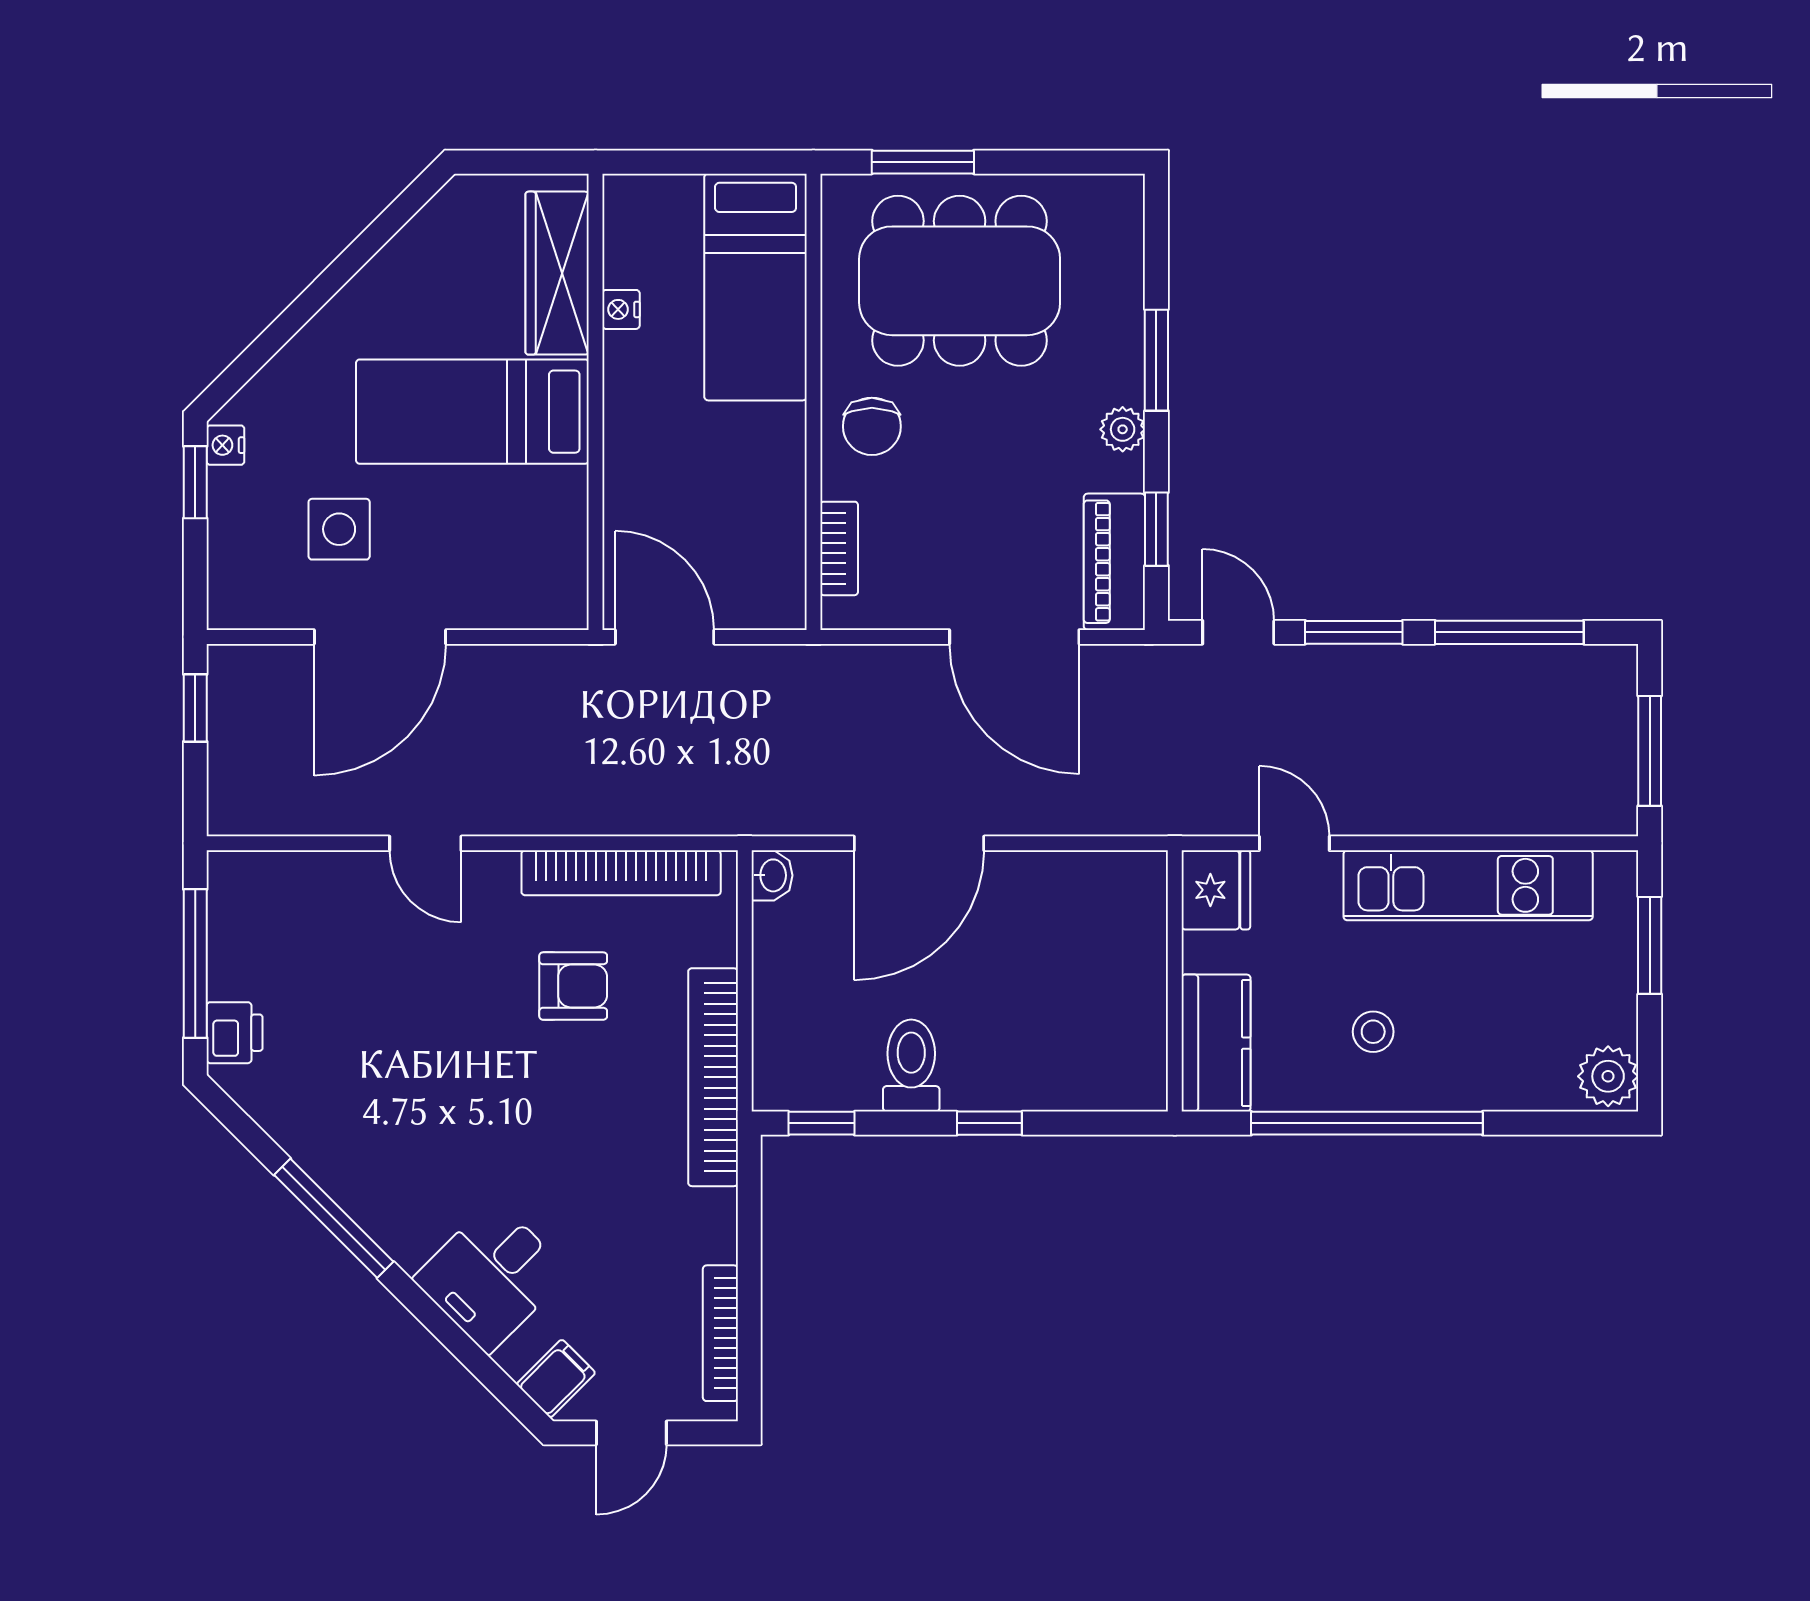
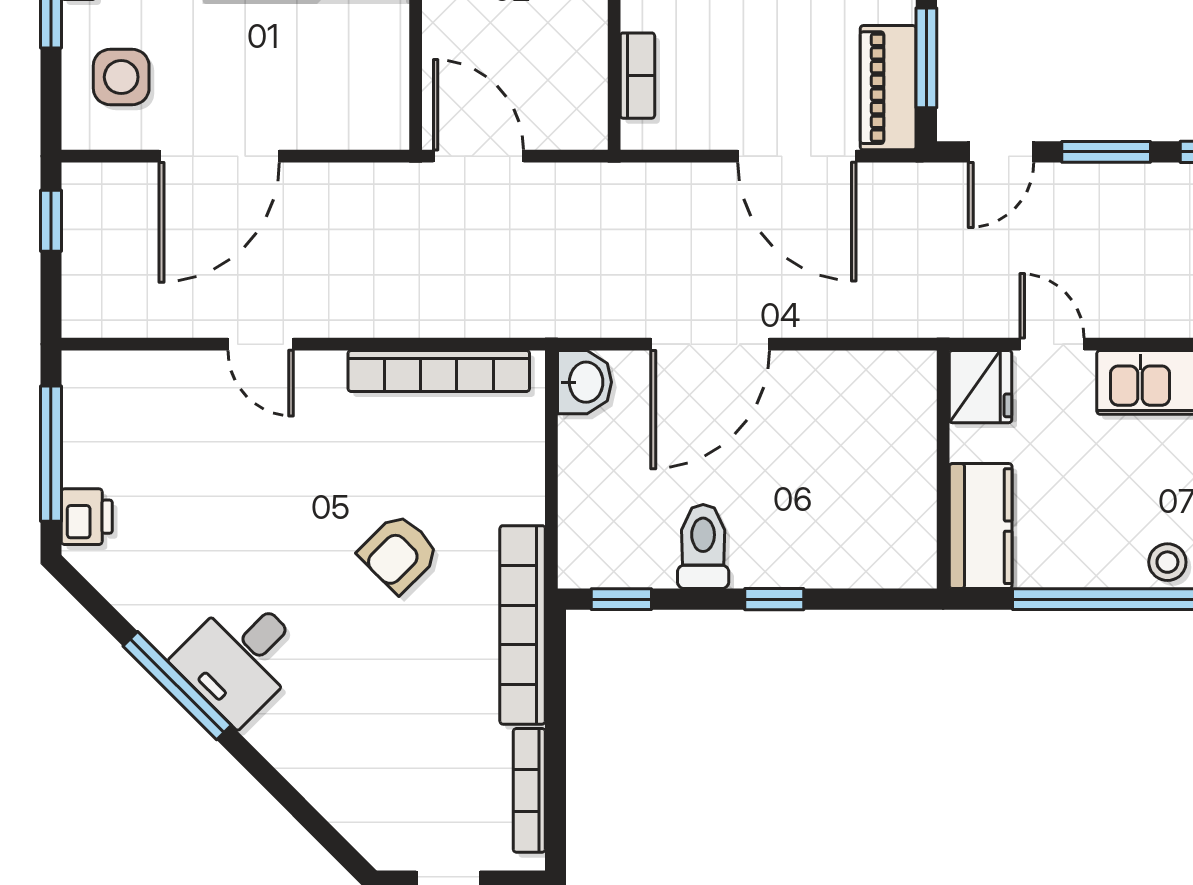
side table: (339, 529) -> (121, 77), moved
window: (1156, 529) -> (926, 58), width x1.50
door: (1238, 632) -> (1001, 152), swing flipped
washbasin: (772, 875) -> (584, 382), width x1.38, depth x1.45
armchair: (573, 986) -> (399, 553), moved, turned 135
stool: (1373, 1032) -> (1167, 562), moved
bookcase: (713, 1077) -> (523, 625), moved
desk: (491, 1276) -> (240, 658), moved
filing cabinet: (556, 1379) -> (380, 832), removed

